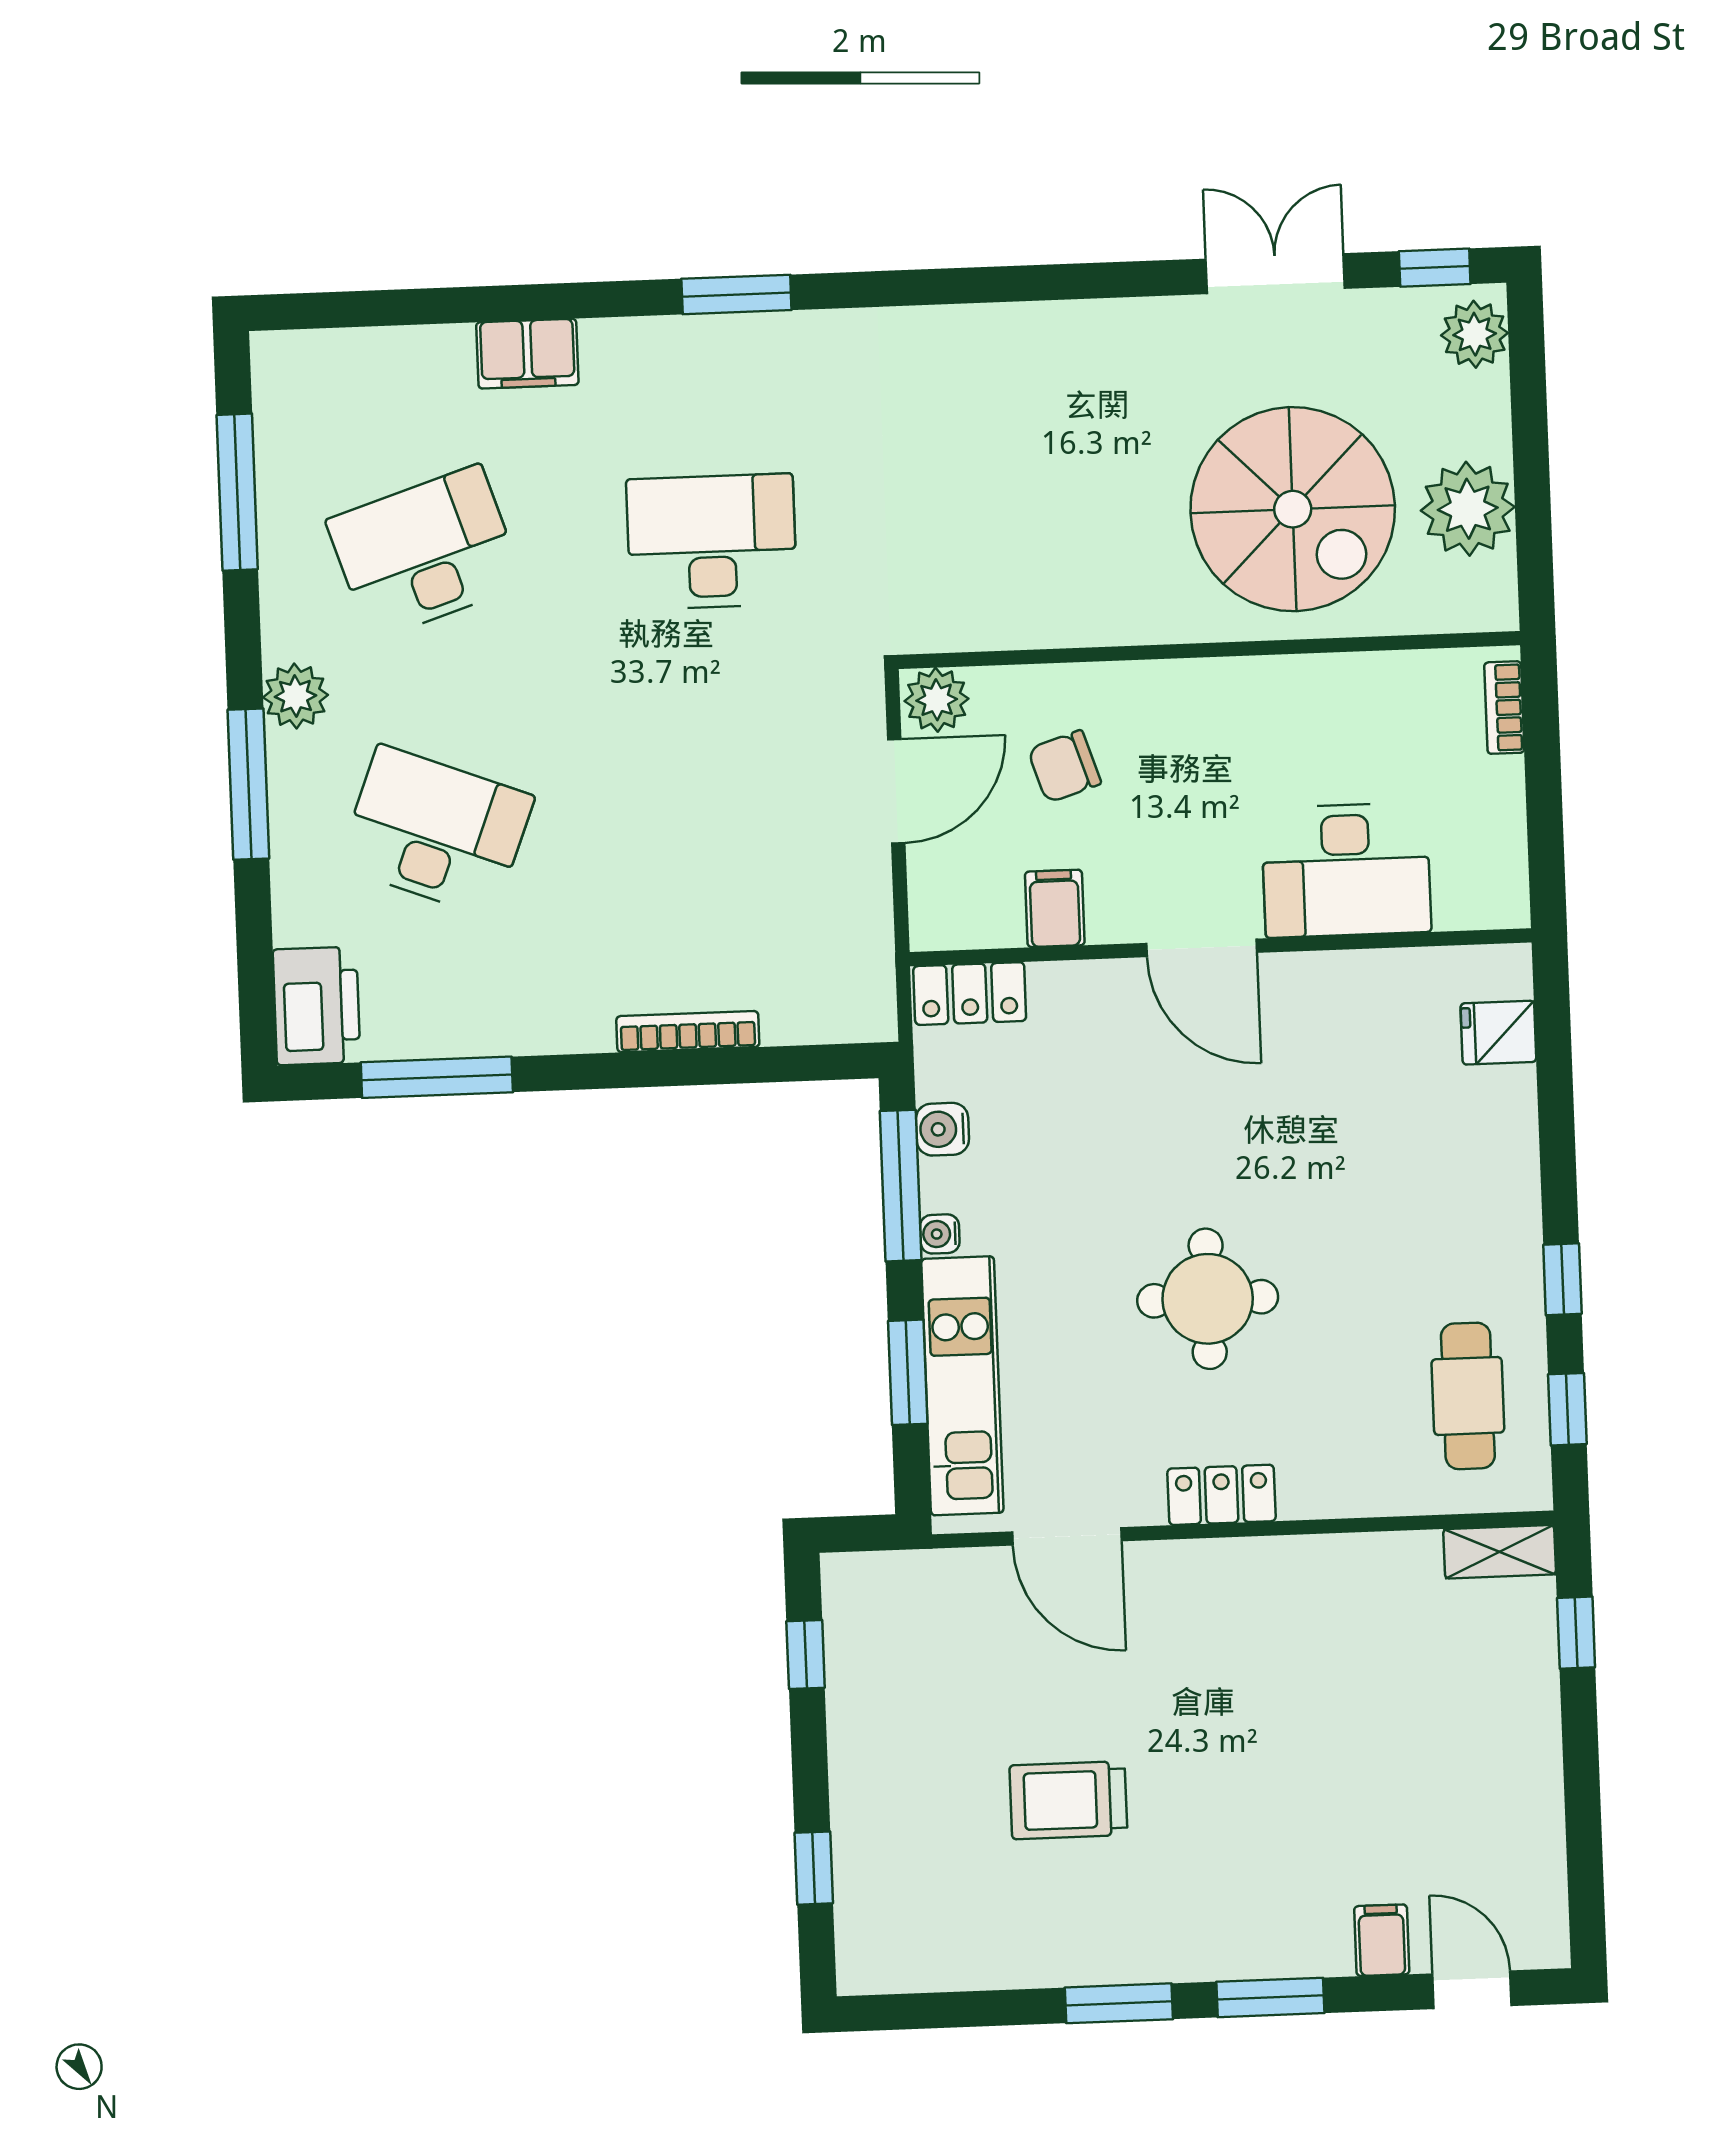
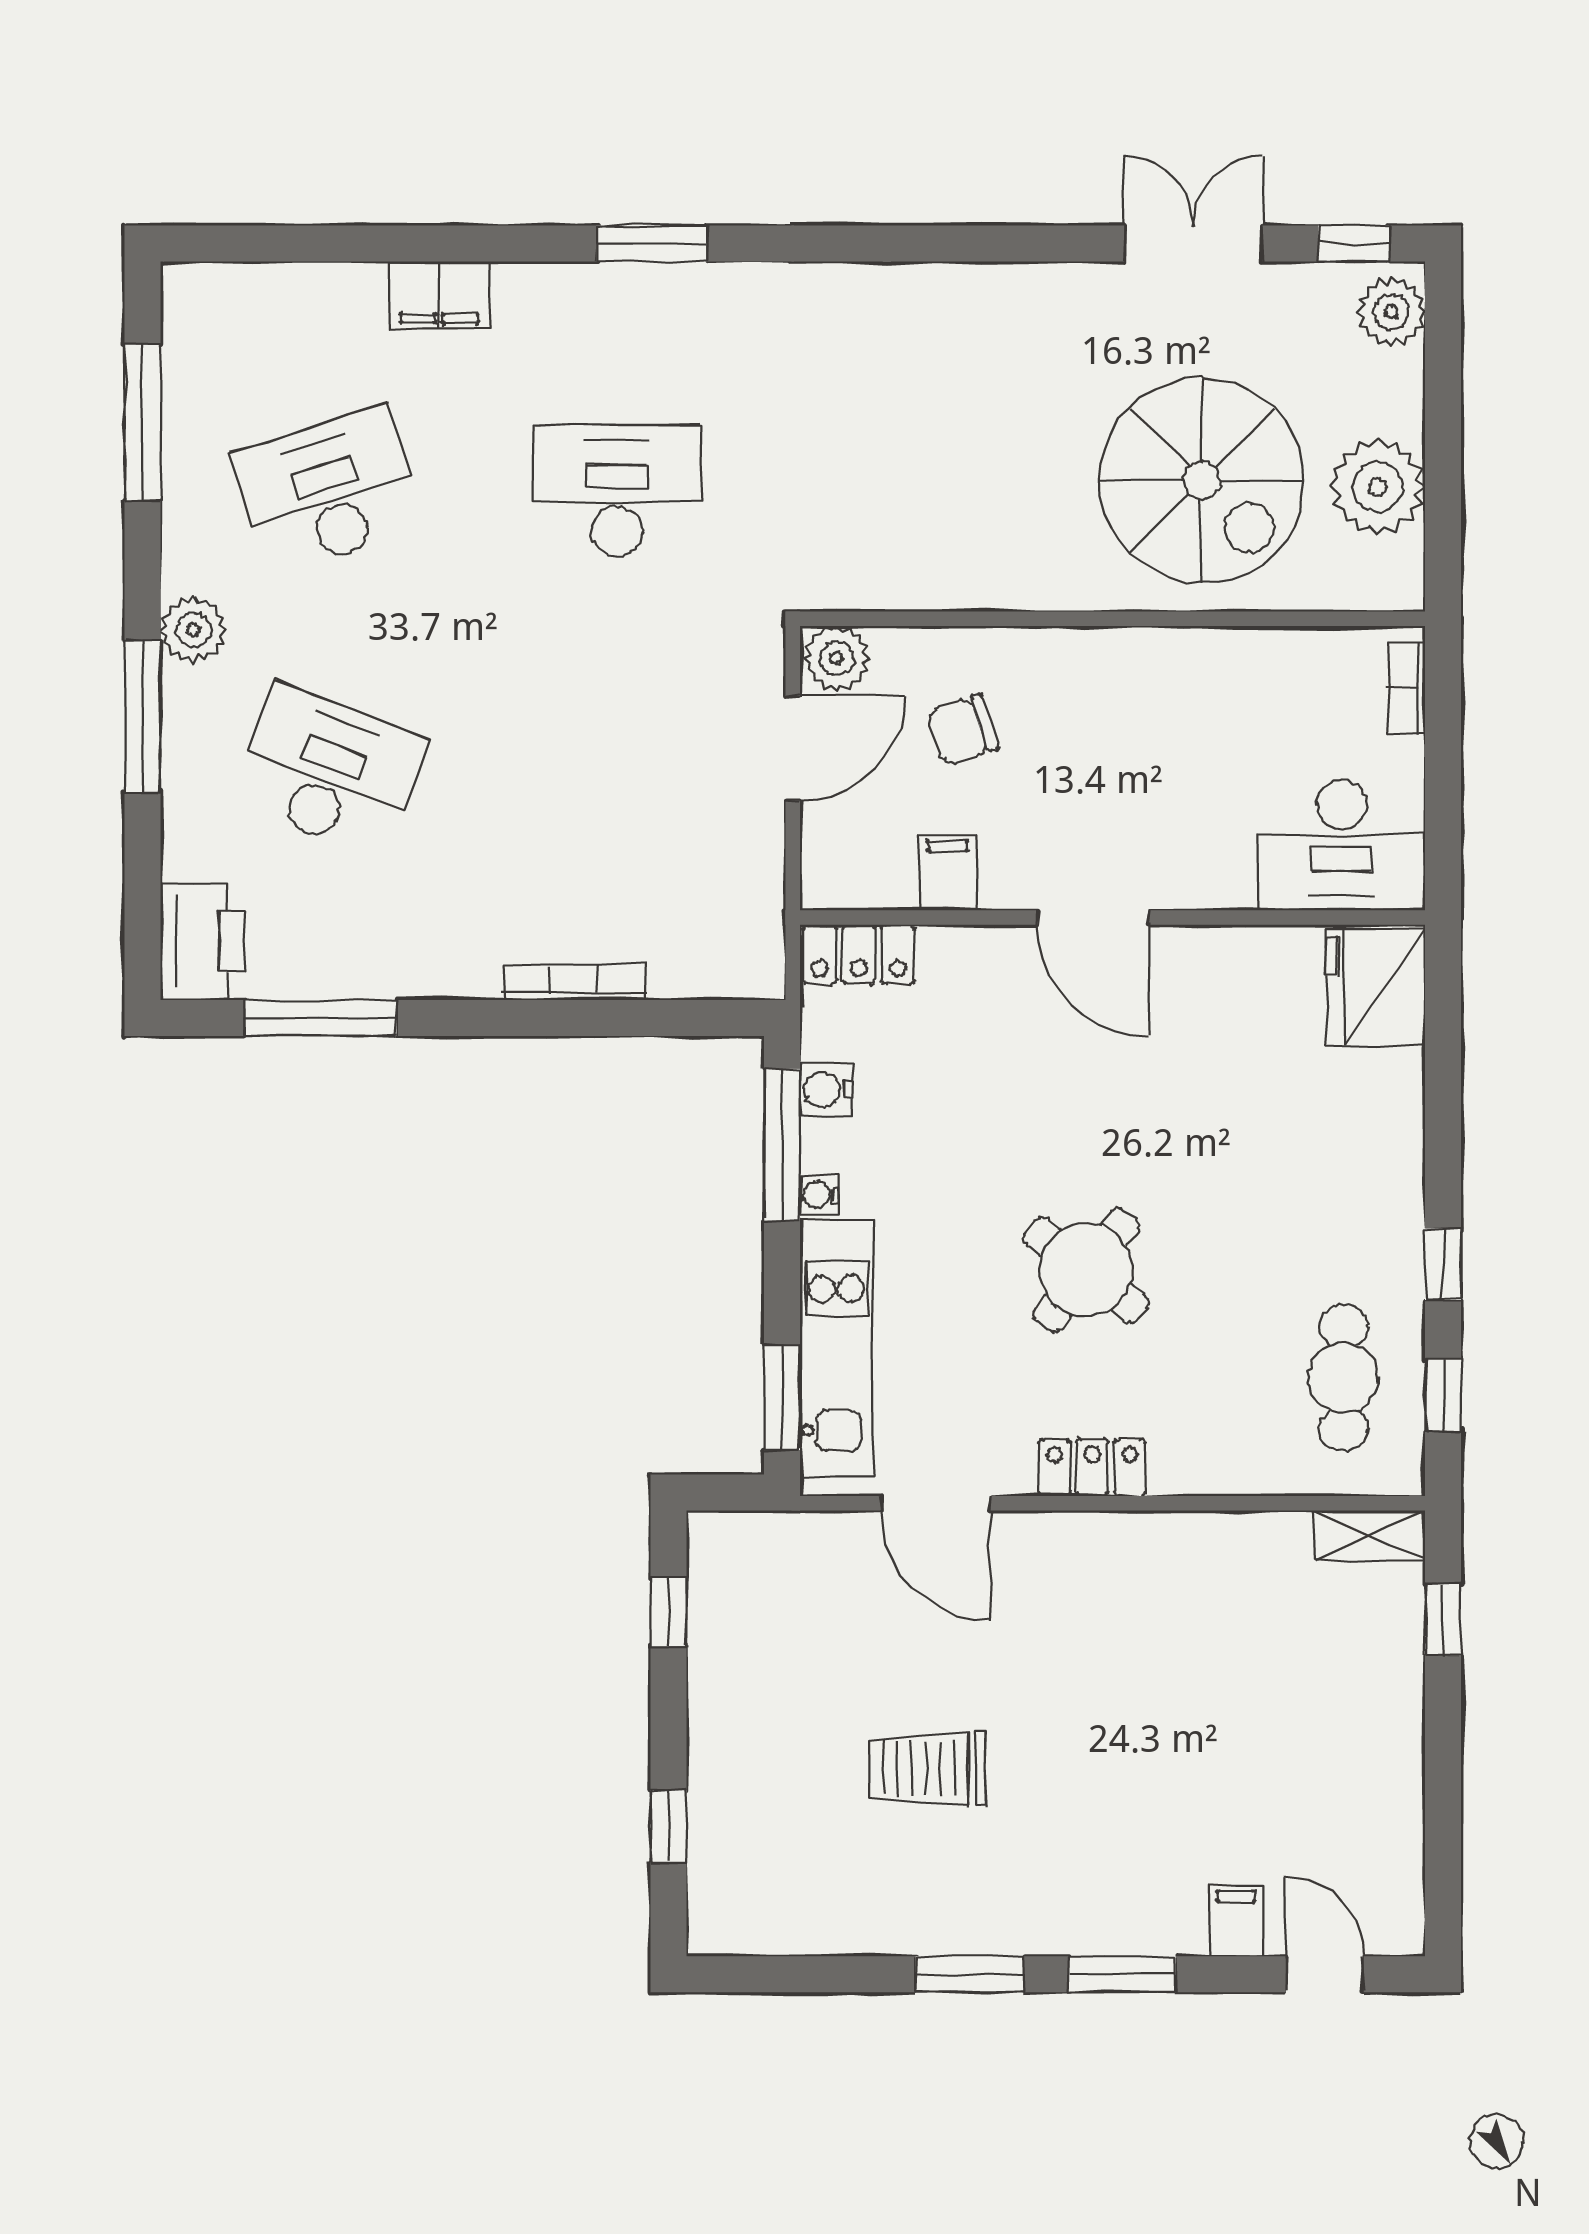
desk: (1346, 870) -> (1342, 845), moved
fridge: (1498, 1033) -> (1376, 987), width x1.88, depth x1.34
round table: (1208, 1299) -> (1086, 1270), turned 38
window: (908, 1372) -> (782, 1398), moved

